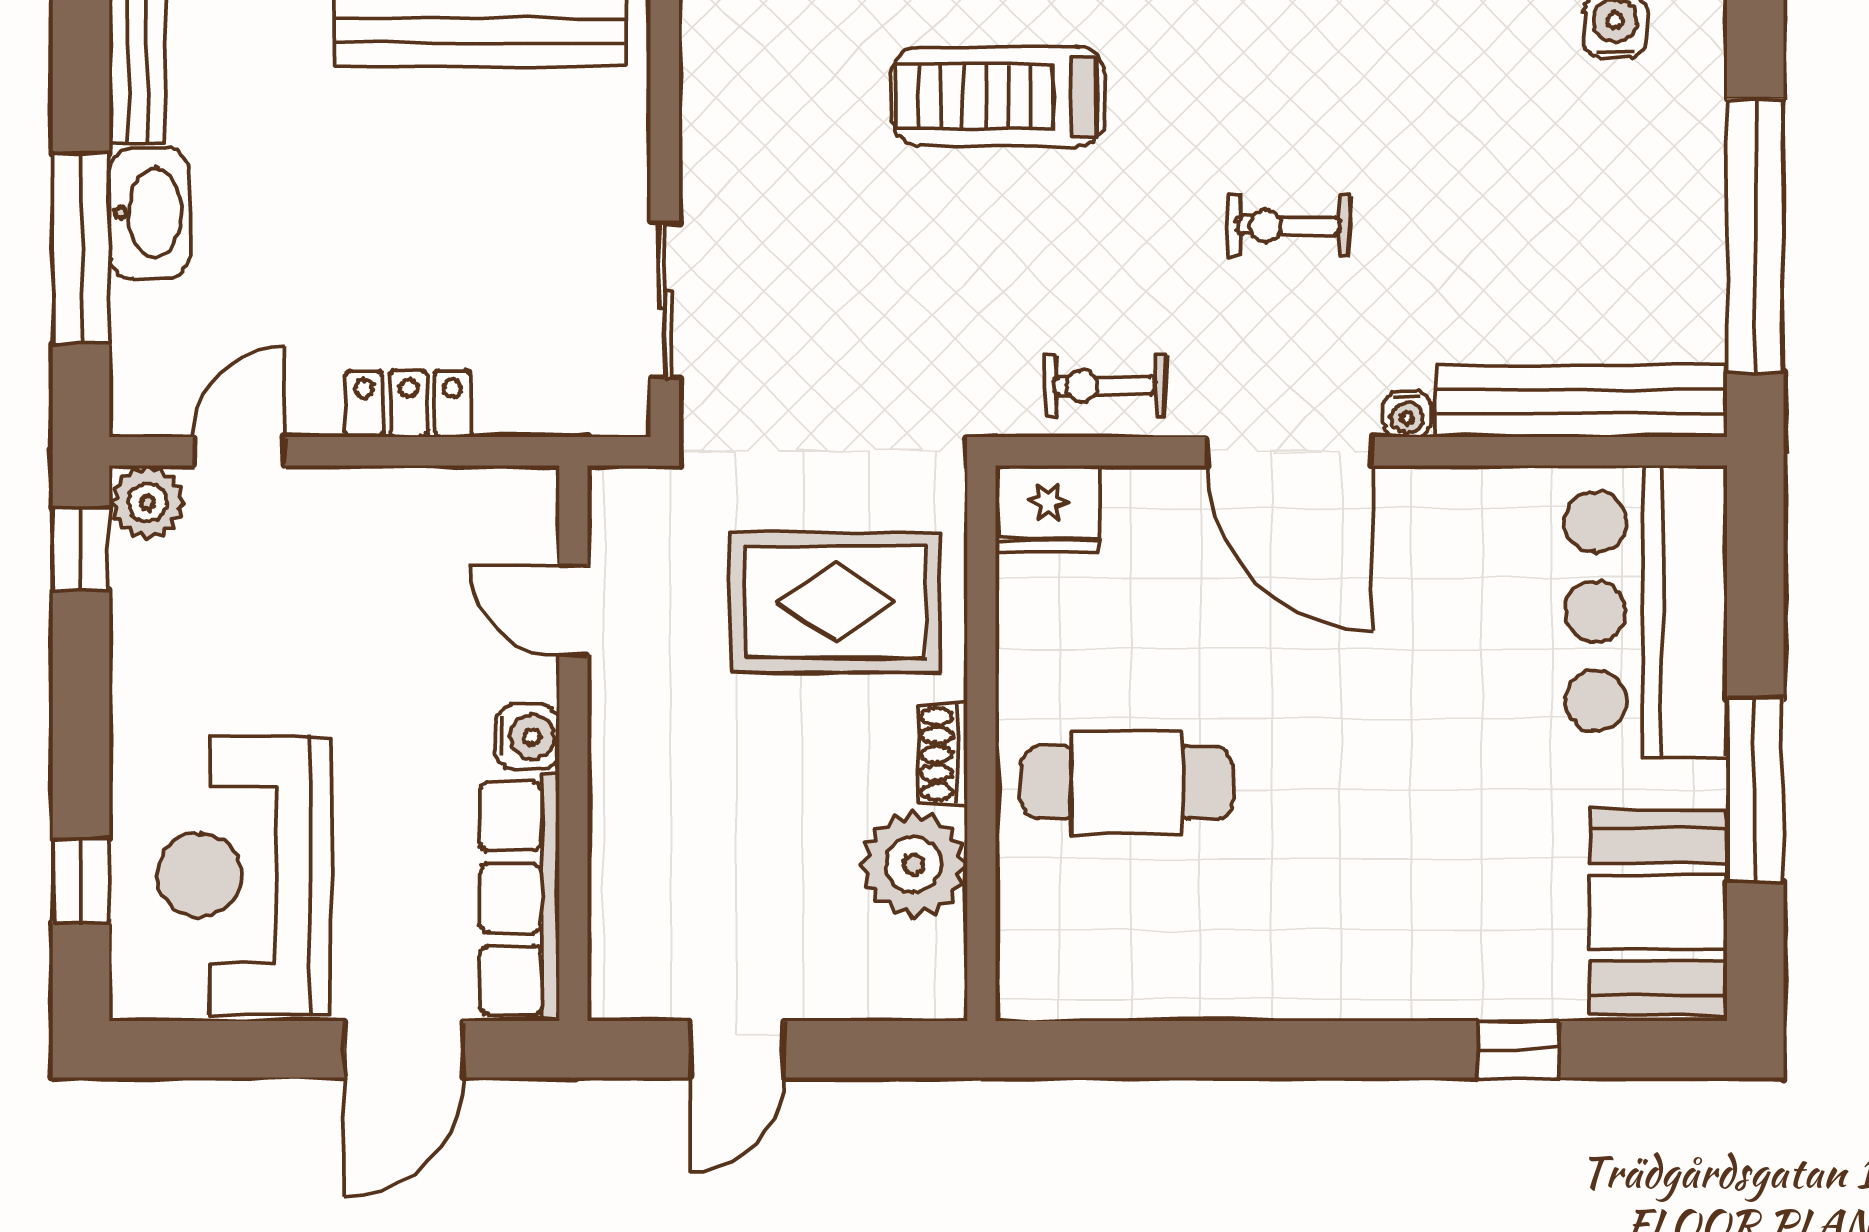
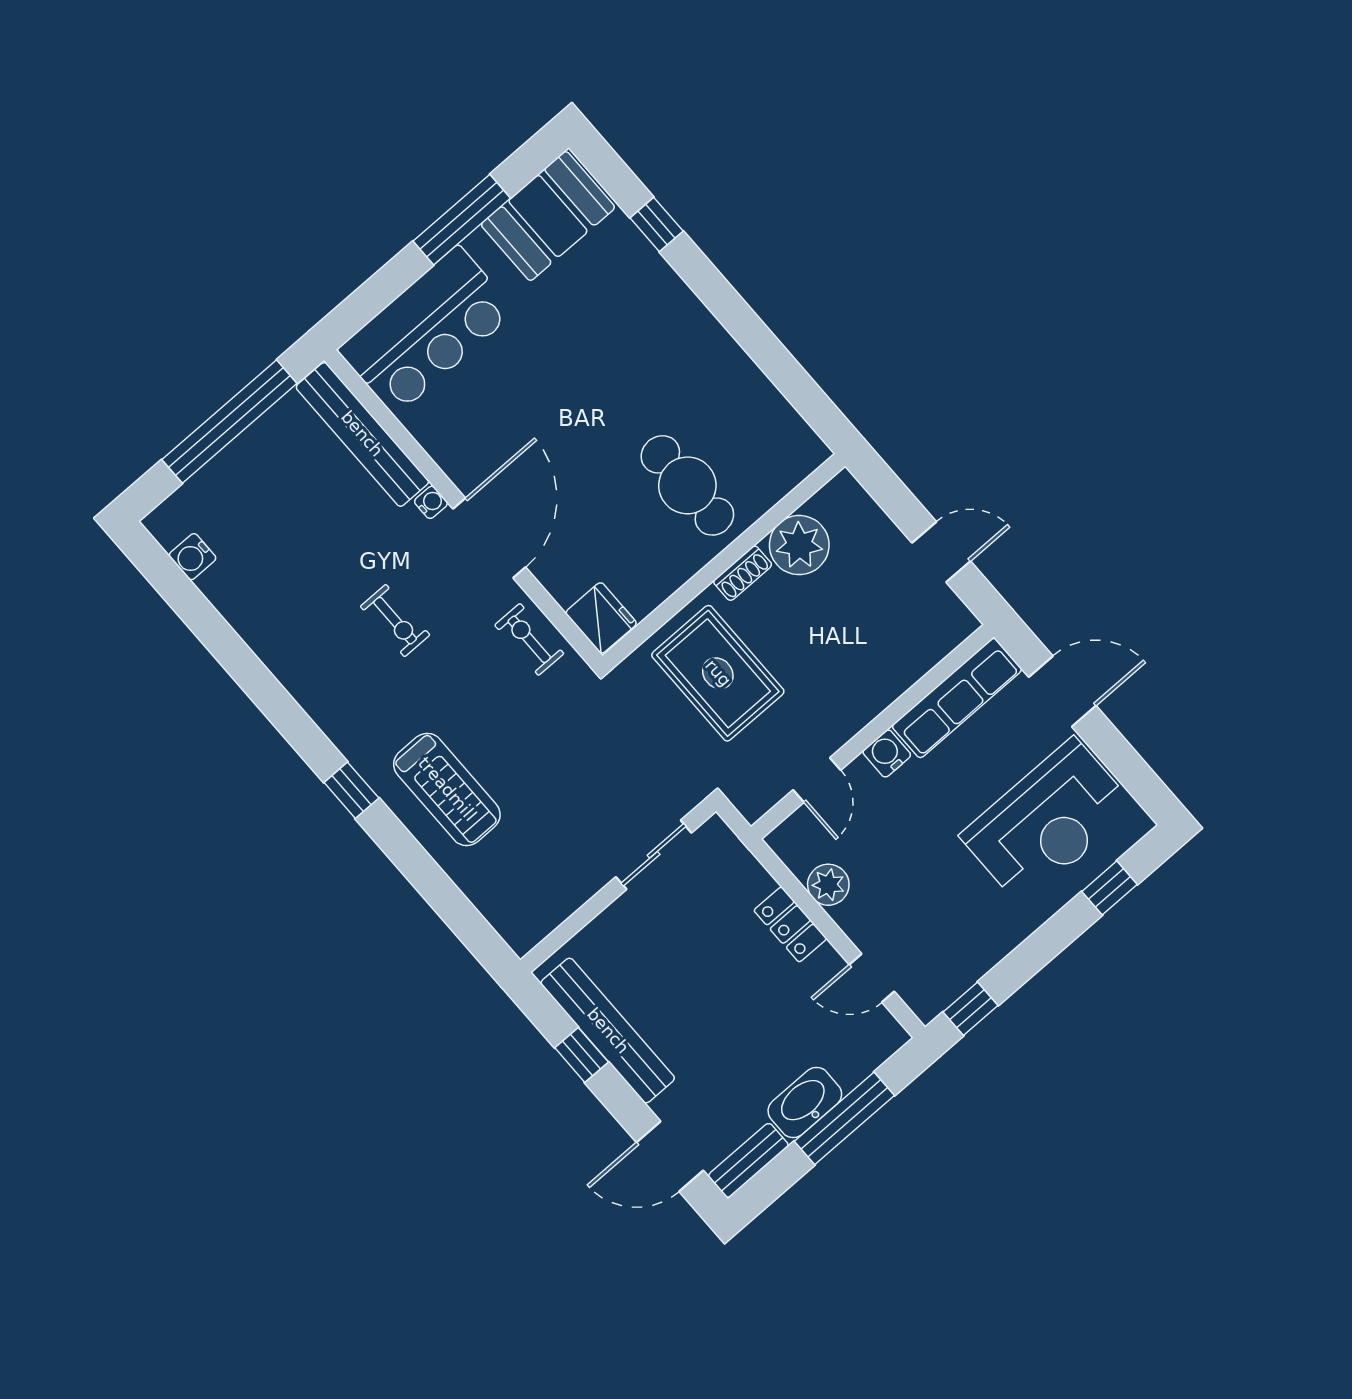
exercise bike: (1105, 386) -> (529, 639), turned 180
plant: (147, 502) -> (828, 885), moved

